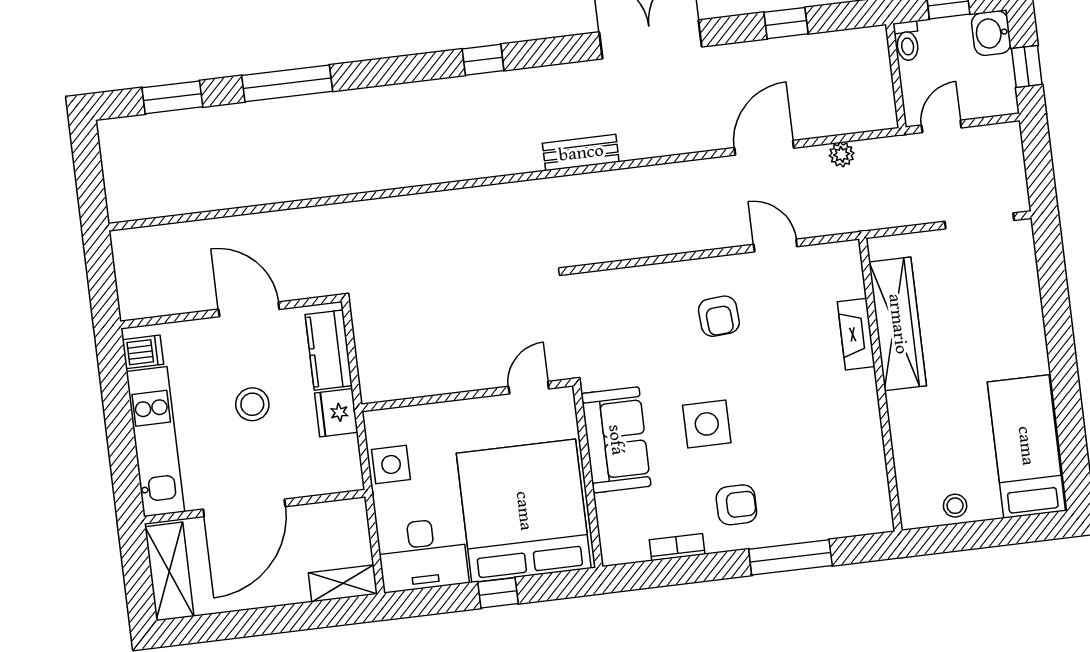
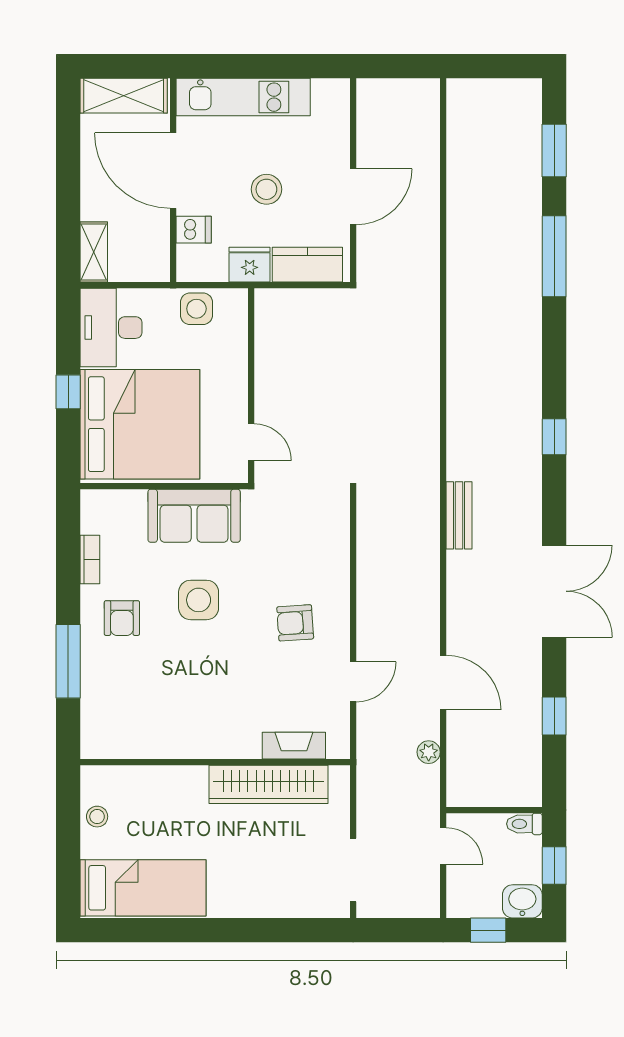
fireplace: (856, 334) -> (294, 746), moved
dishwasher: (143, 352) -> (194, 230), moved, turned -90

